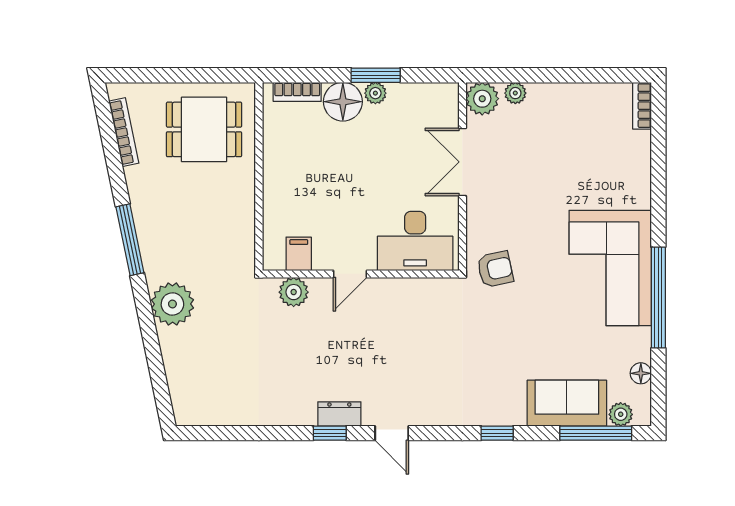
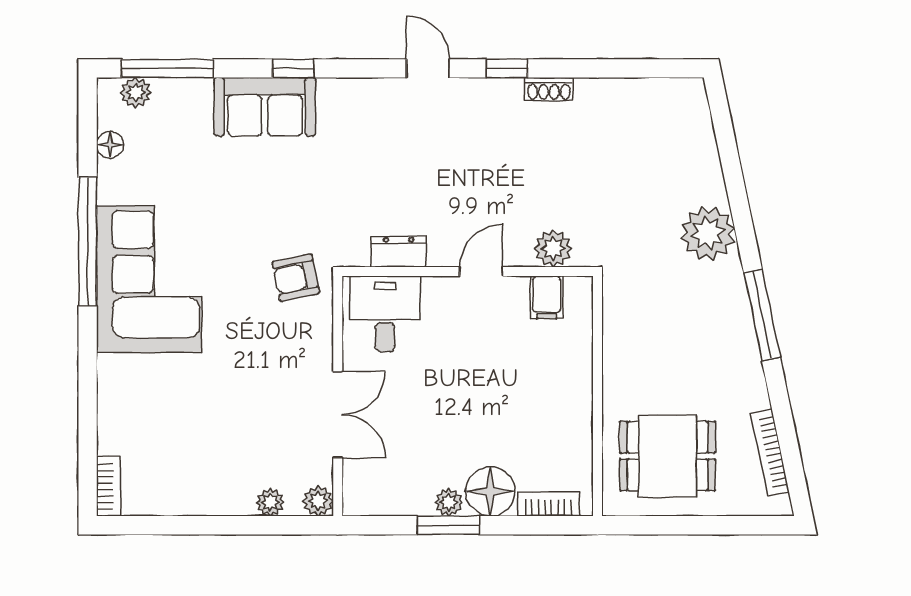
plant: (482, 99) -> (318, 501), width x0.73, depth x0.73
desk: (415, 241) -> (385, 314), width x0.73
sofa: (567, 403) -> (265, 107), moved
dresser: (339, 414) -> (399, 252), moved, turned 180
shoe rack: (297, 417) -> (549, 89), added

